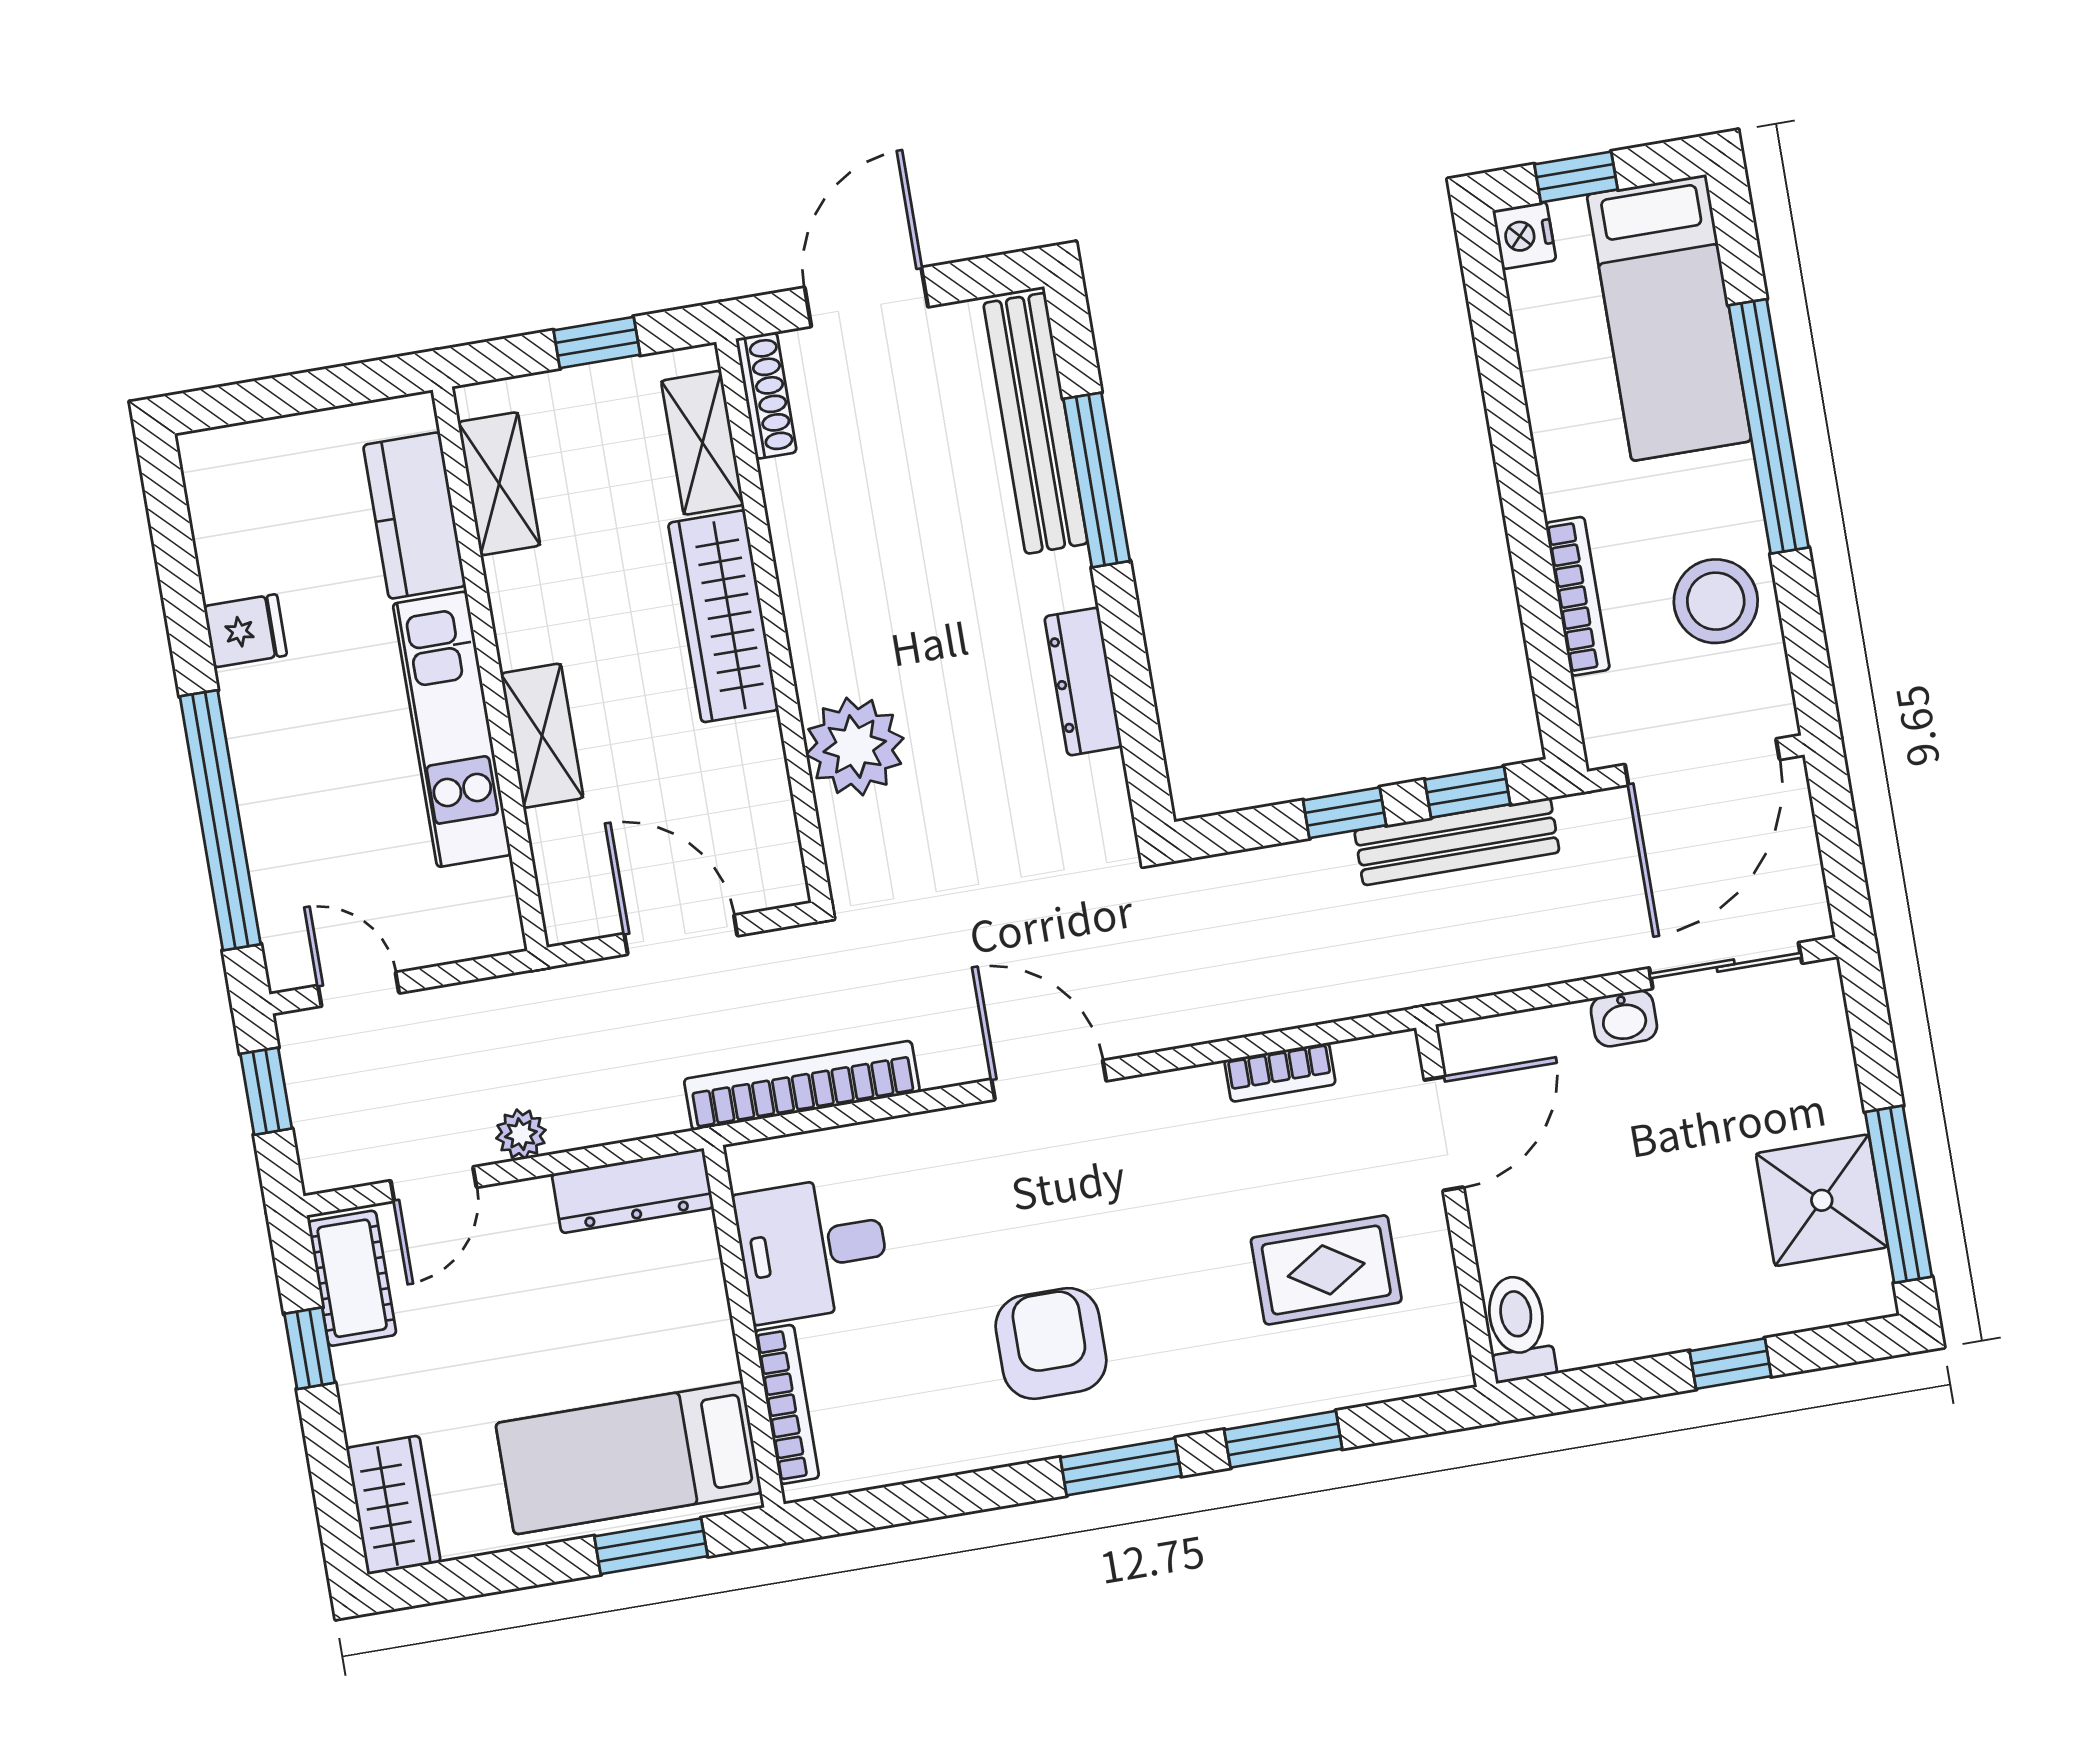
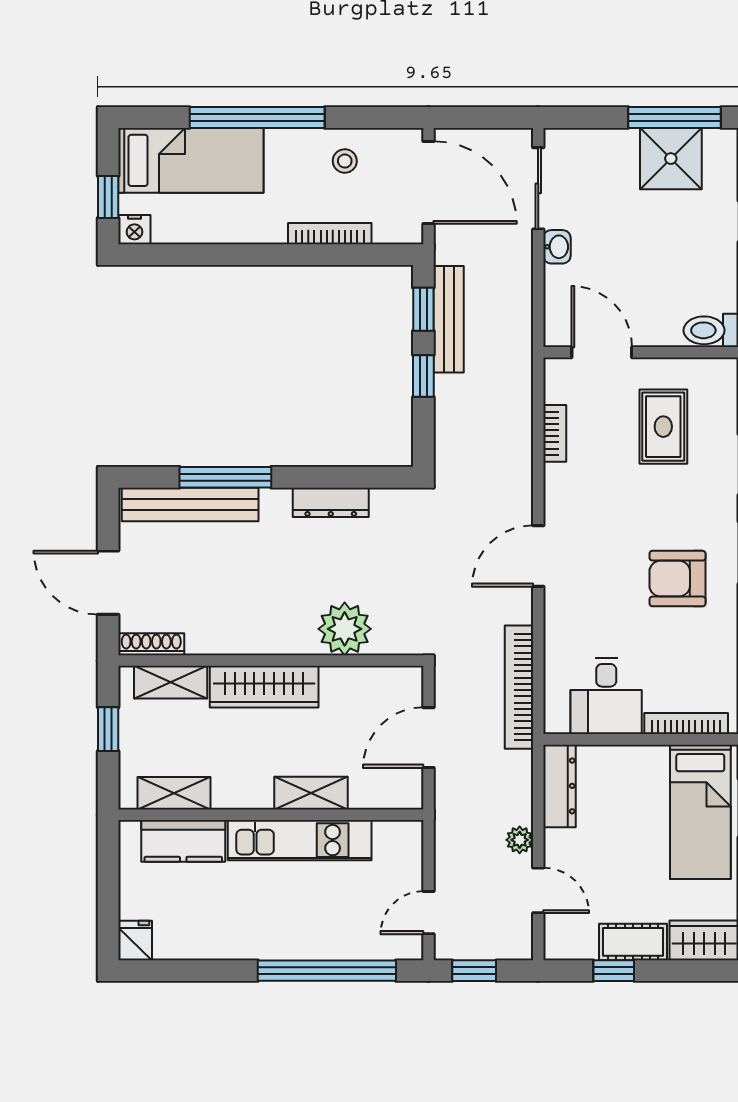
stool: (1716, 601) -> (345, 161), width x0.53, depth x0.53
fridge: (245, 631) -> (135, 940), moved
cot: (352, 1278) -> (633, 942), moved

